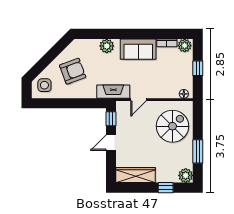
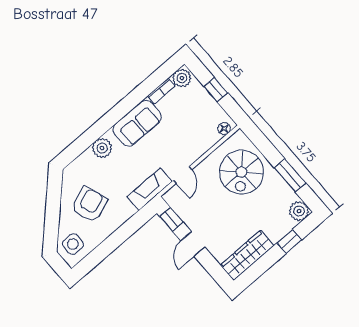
spiral stairs: (172, 126) -> (241, 172), turned 180

